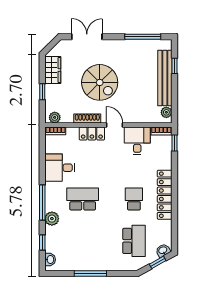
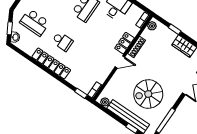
spiral stairs: (100, 82) -> (148, 94), moved
desk: (137, 141) -> (99, 70), removed

